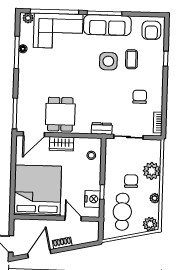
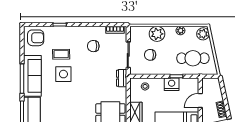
chair: (131, 181) -> (150, 55), moved
nightstand: (92, 199) -> (172, 84), moved

